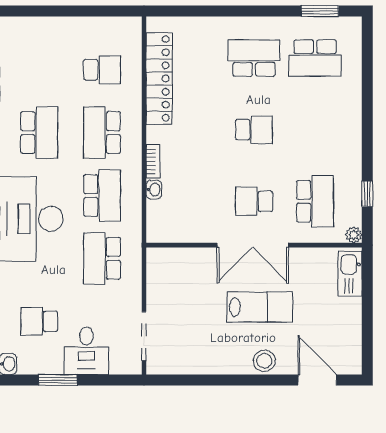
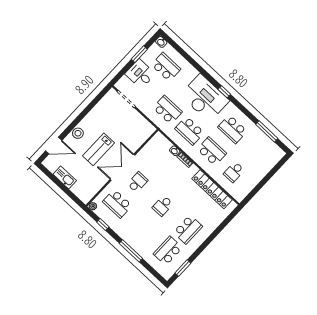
window: (367, 114) -> (131, 251), added
kitchen sink: (350, 274) -> (65, 177), moved
school desk: (39, 321) -> (166, 67), width x1.85

